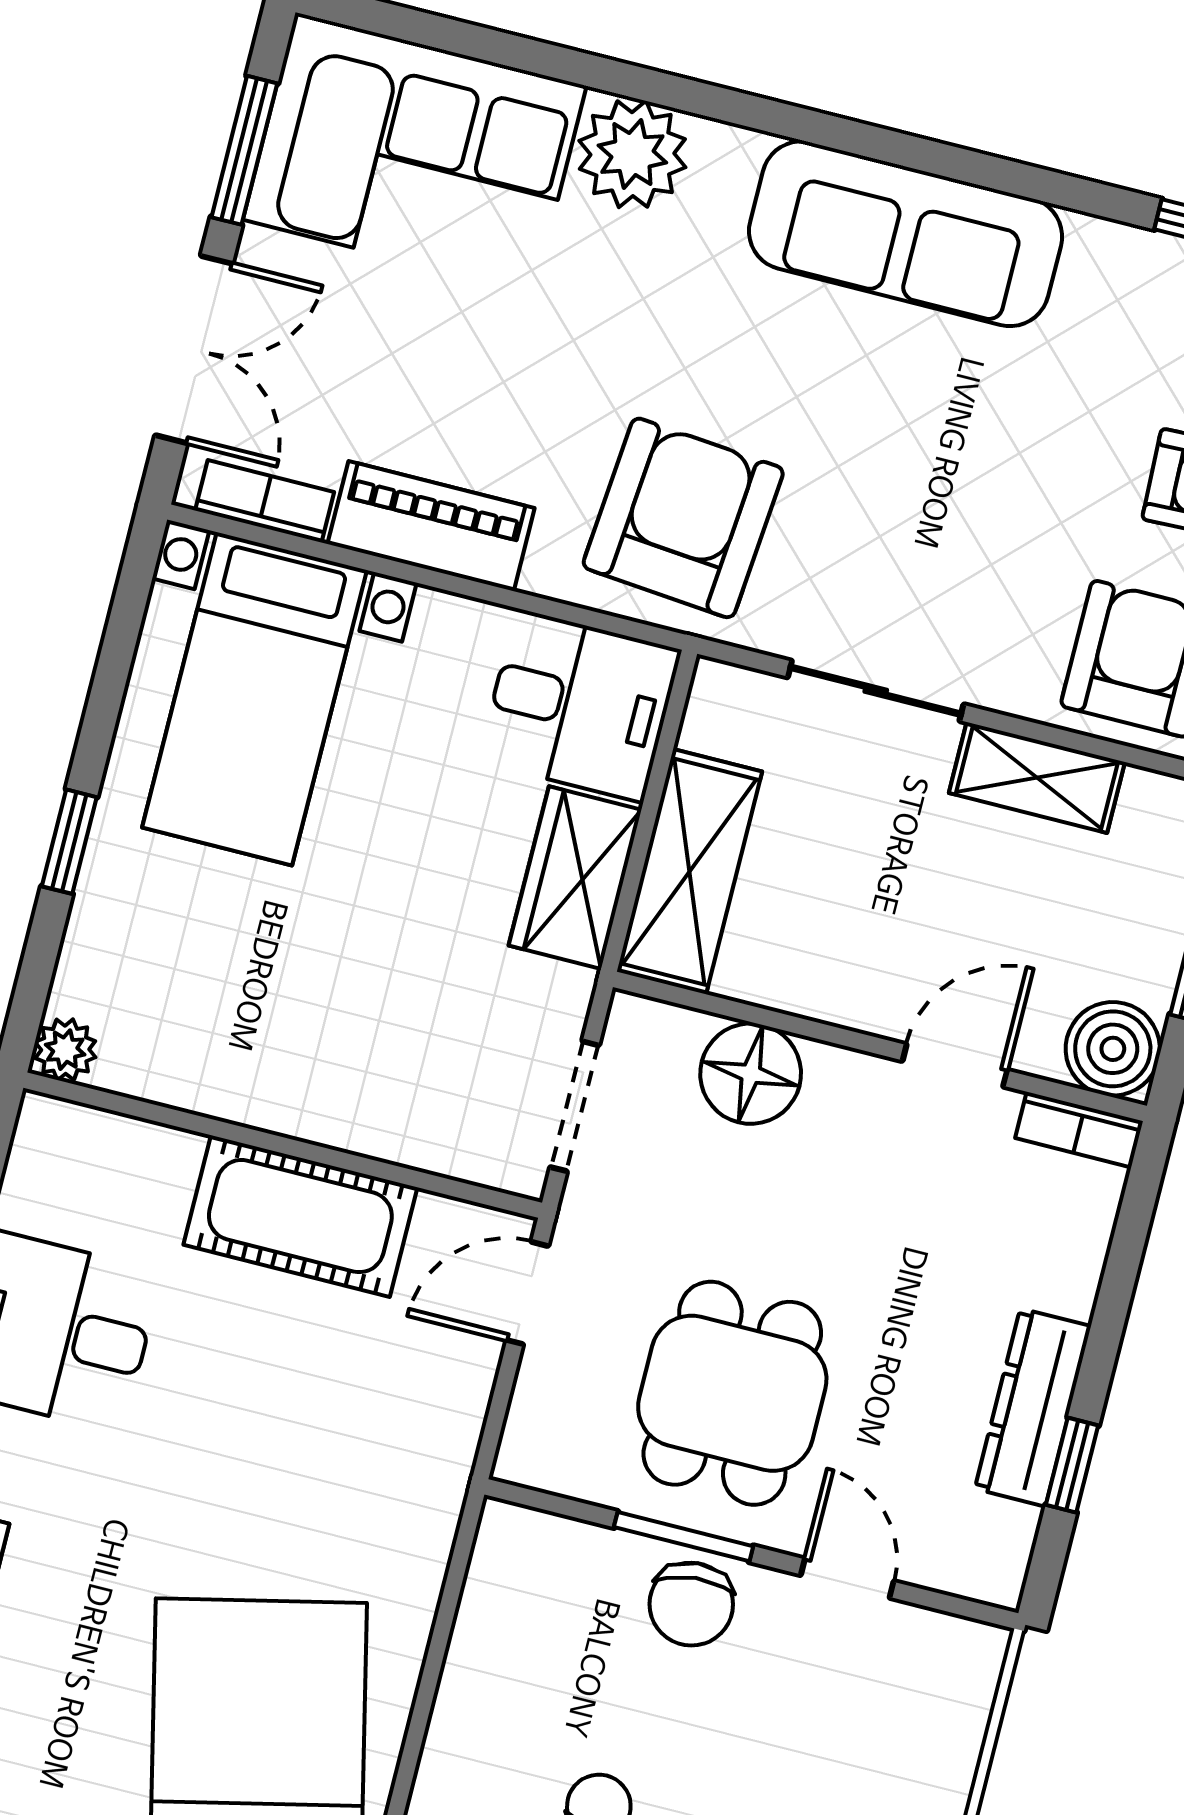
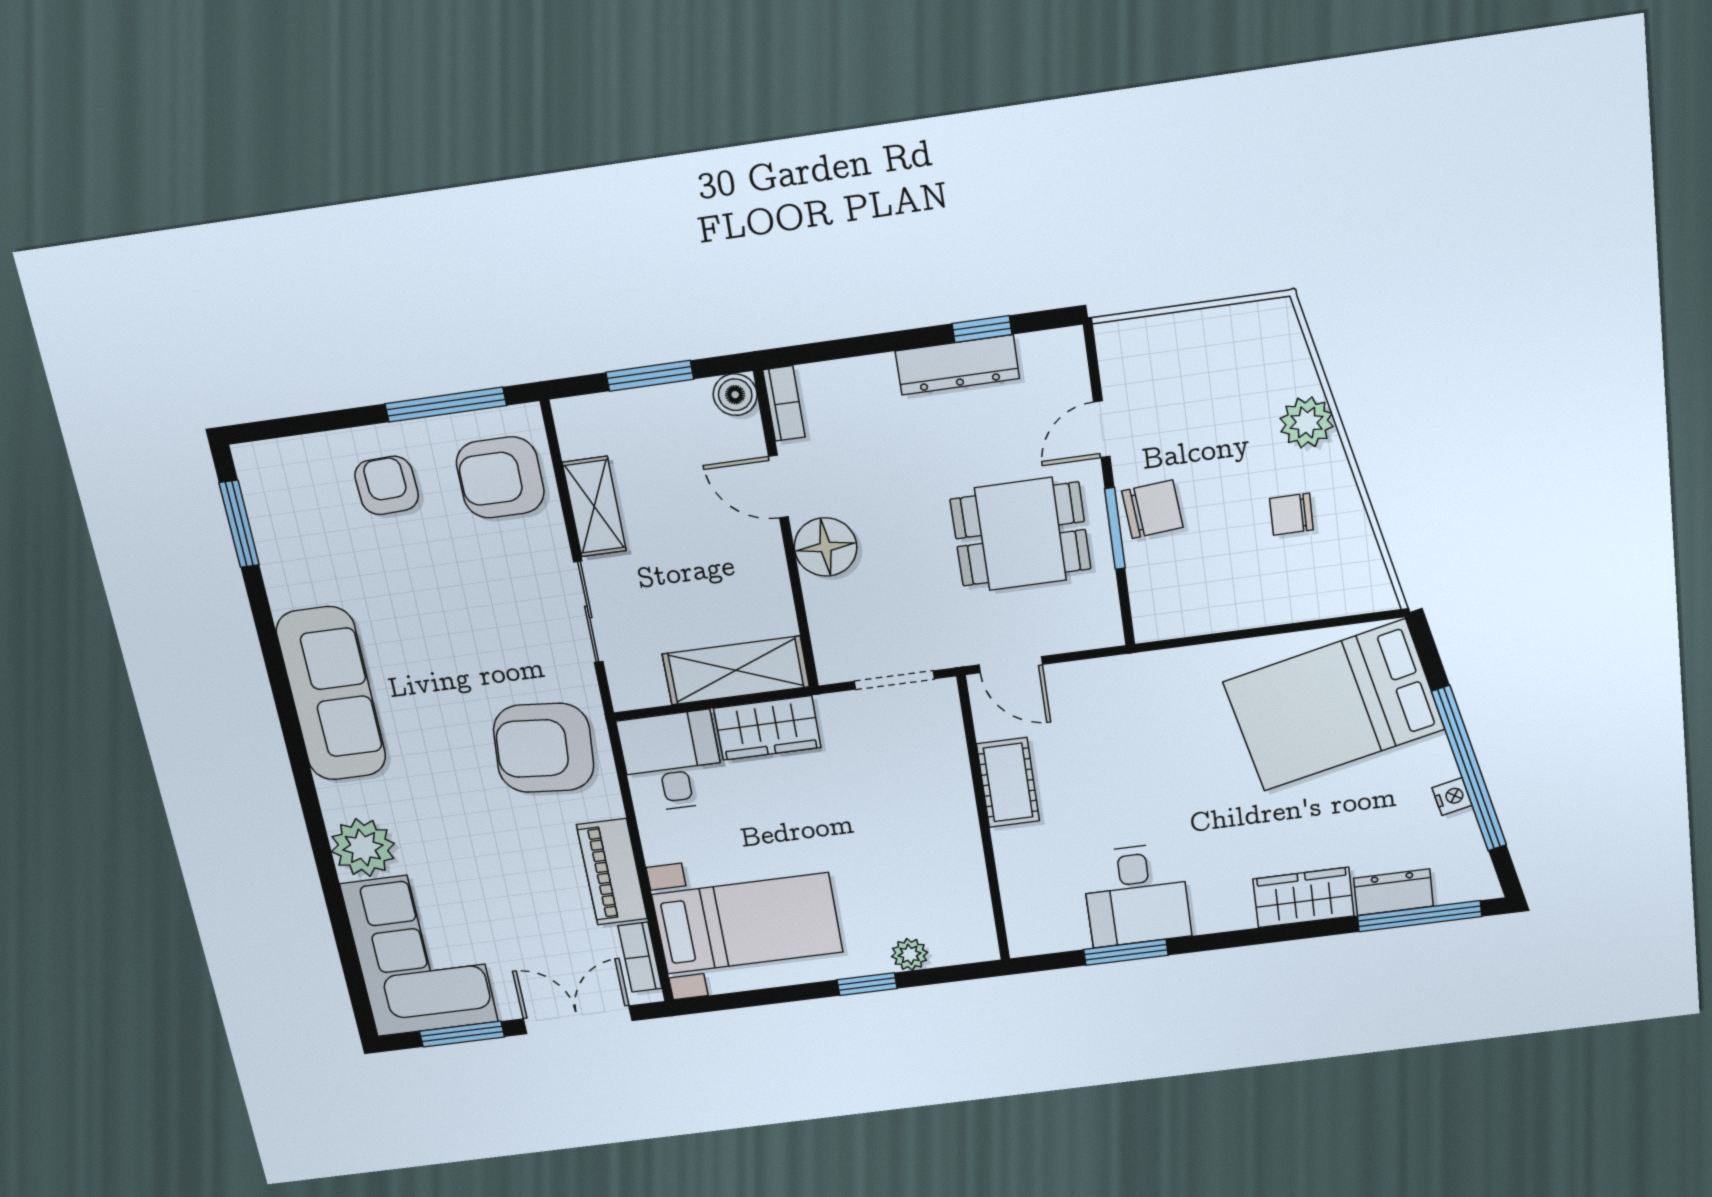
boiler: (1113, 1049) -> (735, 395), width x0.73, depth x0.73
plant: (65, 1050) -> (910, 954), moved
floor lamp: (751, 1074) -> (826, 547), moved
cot: (300, 1216) -> (1008, 783), width x0.73, depth x0.75

